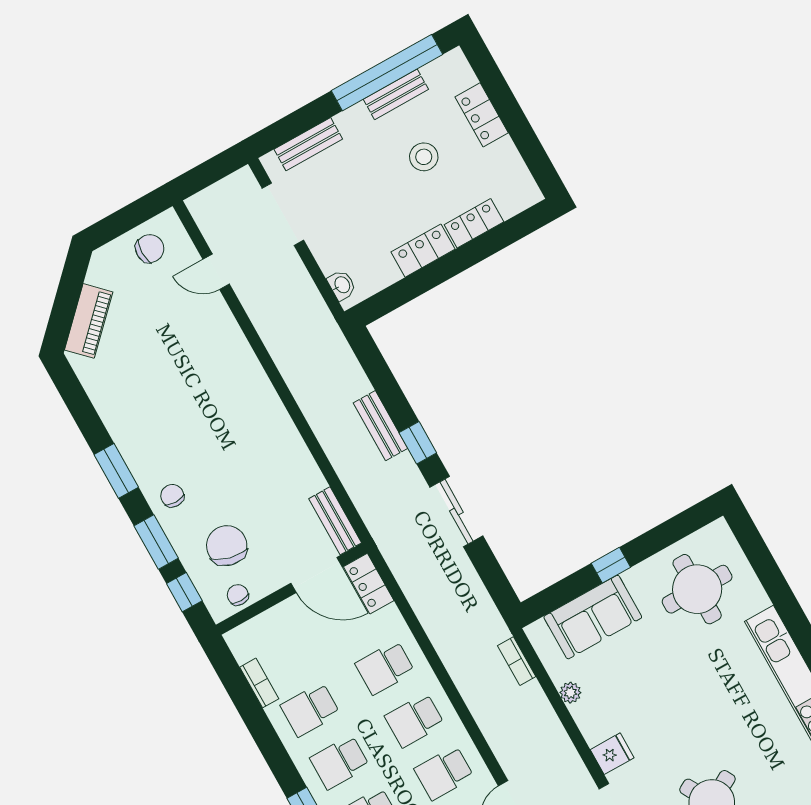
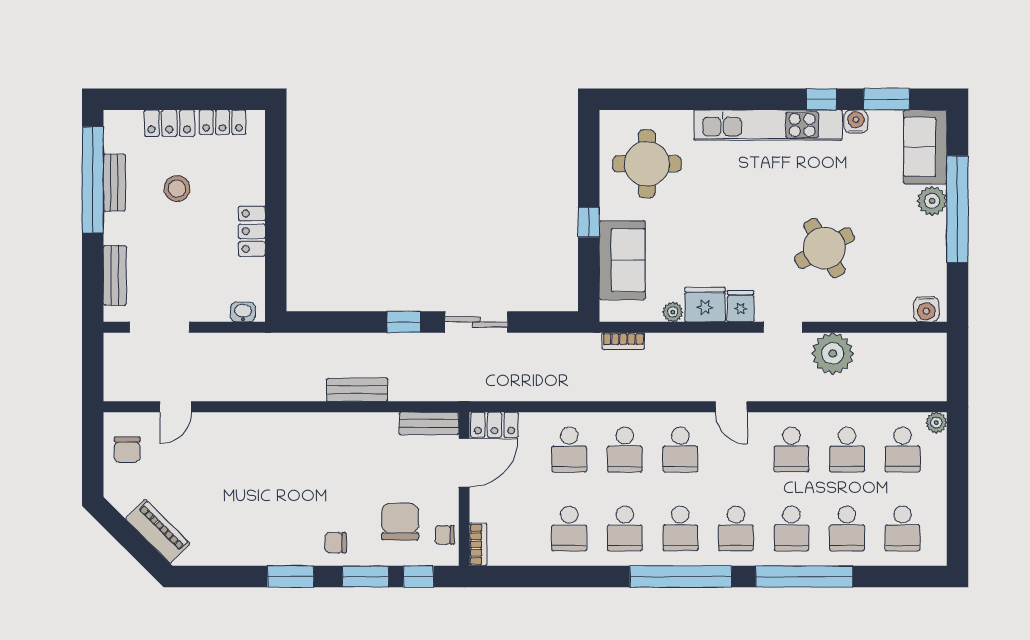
locker: (474, 223) -> (223, 122), moved, turned -90
chair: (150, 249) -> (127, 450), turned 180
bench: (380, 426) -> (357, 390), moved
chair: (227, 546) -> (400, 522), turned 76
bookcase: (259, 683) -> (478, 544), moved, turned 90
fridge: (595, 719) -> (705, 305), added

